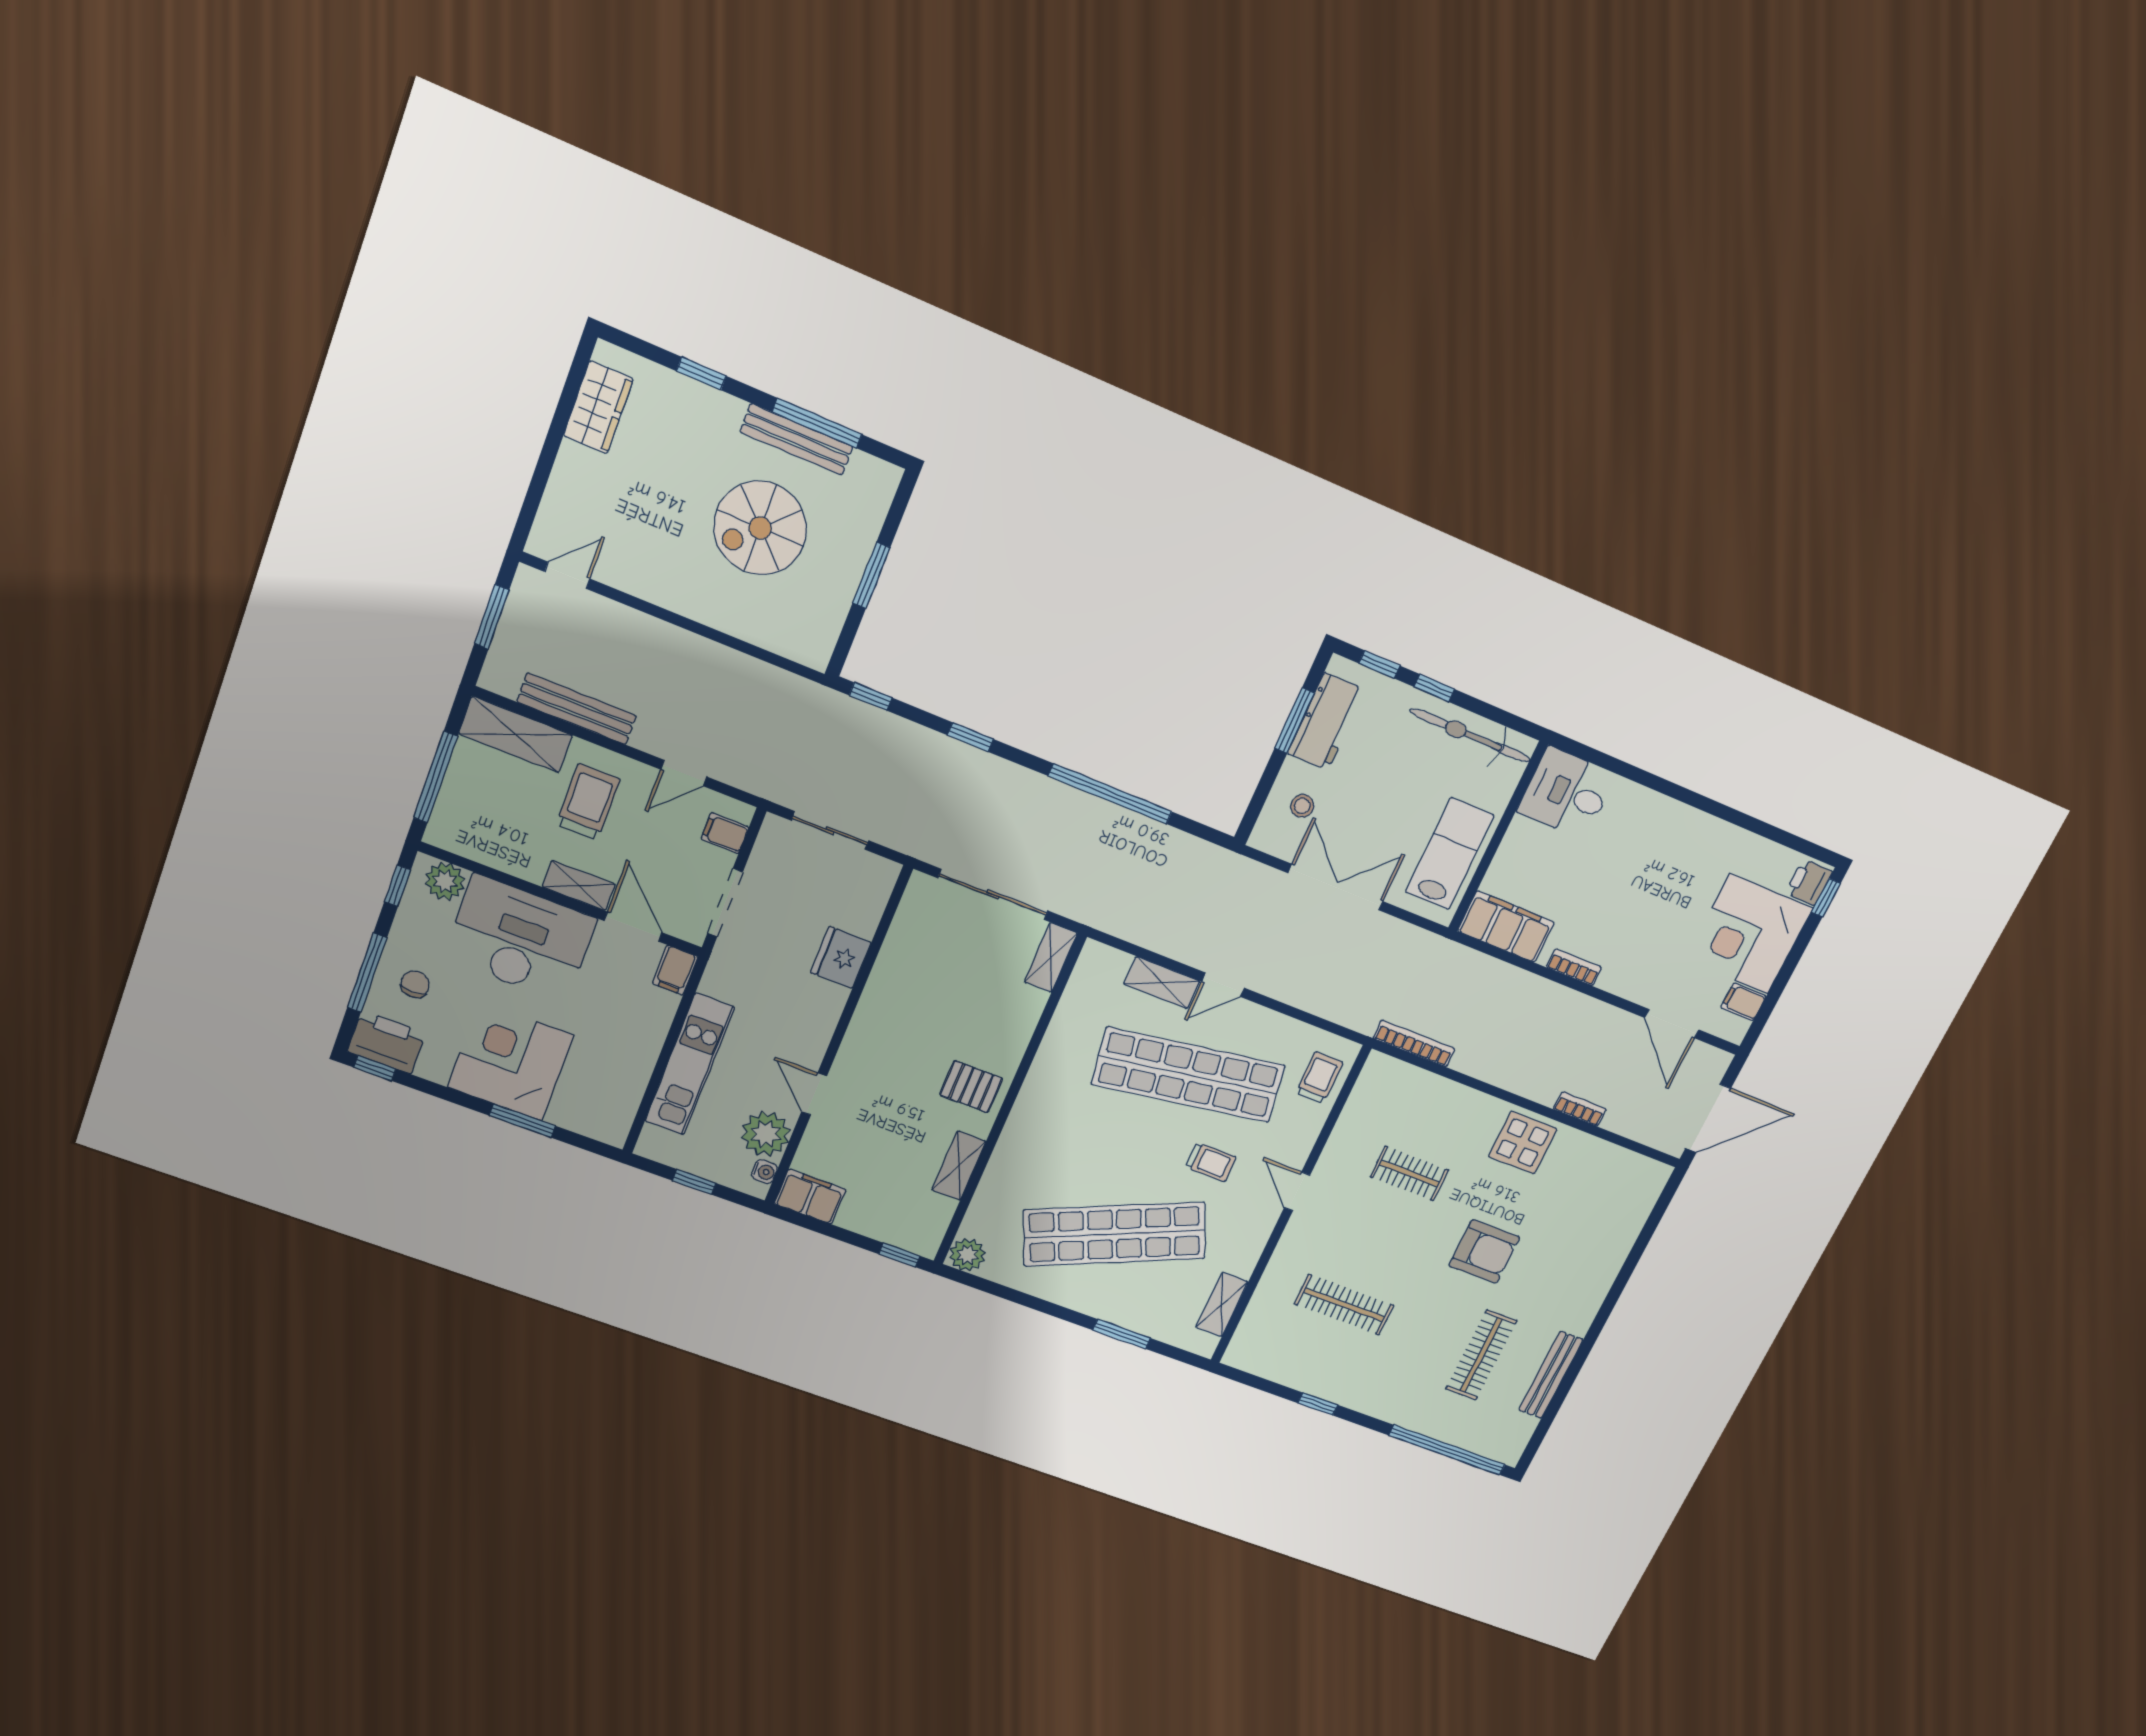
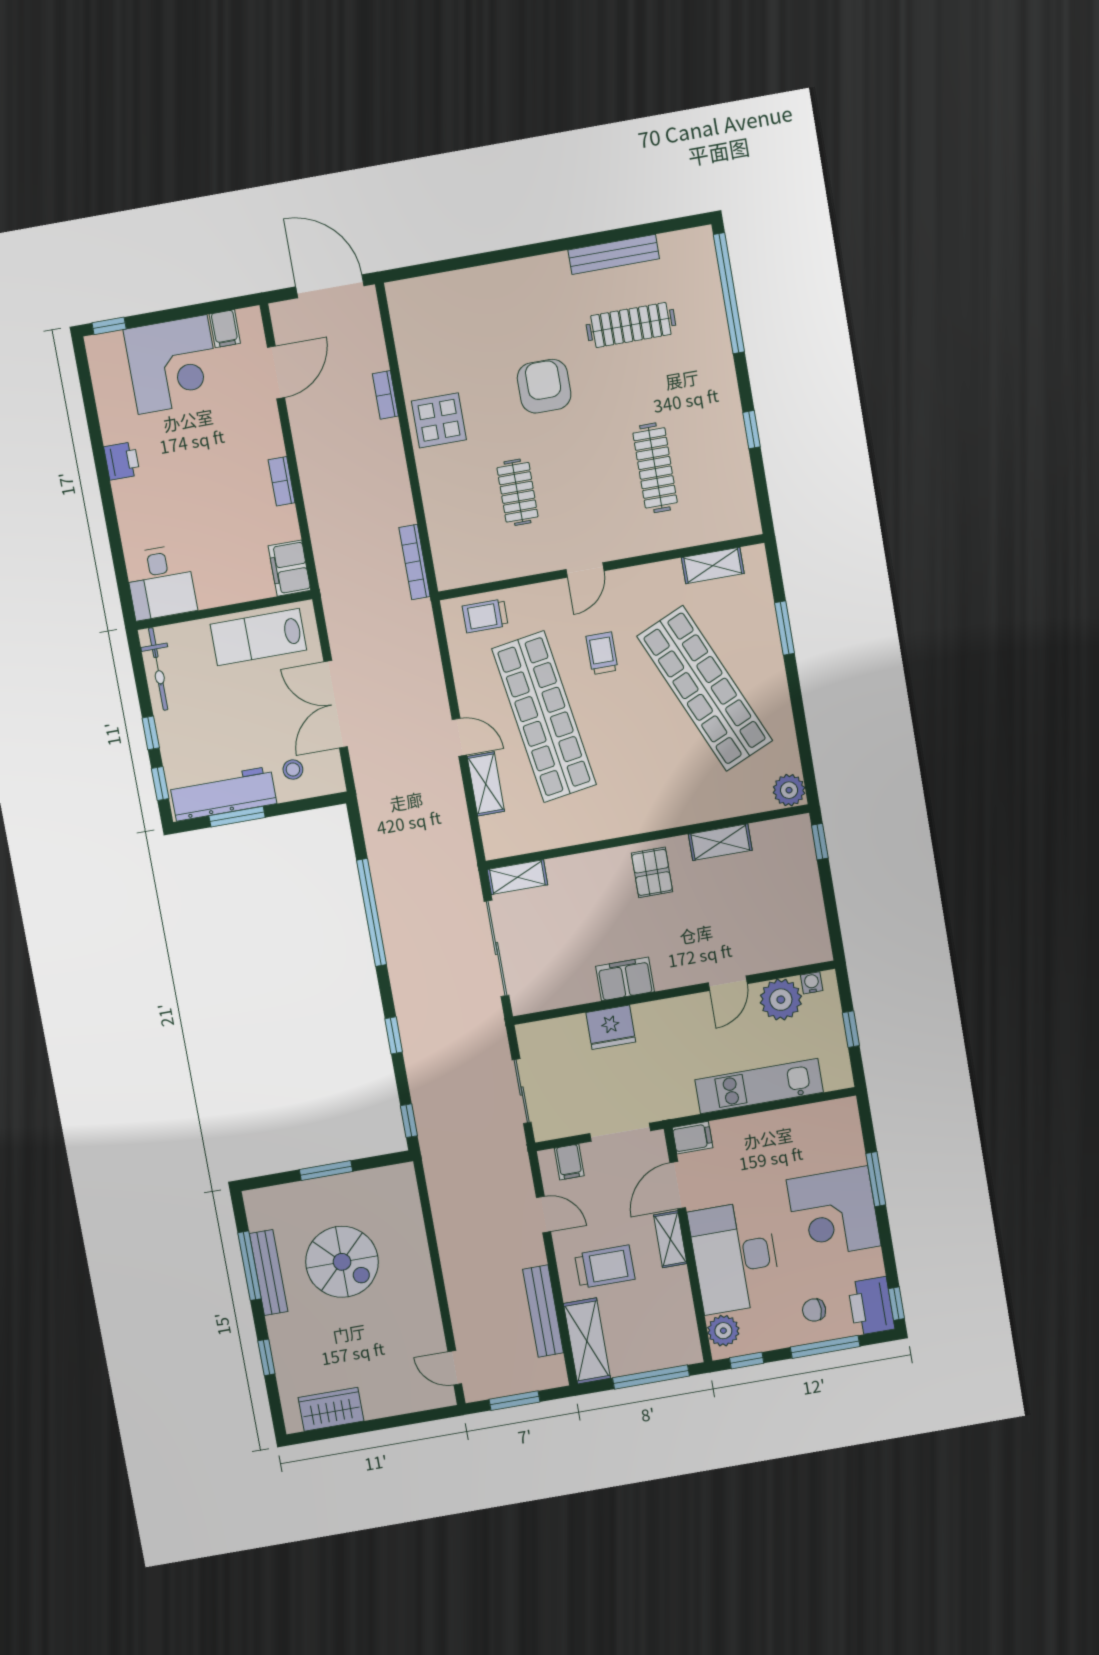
workbench: (1326, 722) -> (223, 794), width x1.38
bicycle: (1470, 735) -> (158, 669), width x0.73, depth x0.71
trolley: (588, 802) -> (605, 1267), turned 180
printer: (1809, 882) -> (122, 461), moved, turned -90
filing cabinet: (1506, 927) -> (289, 568), width x0.67, depth x0.86
filing cabinet: (810, 1197) -> (625, 979), moved, turned 90

